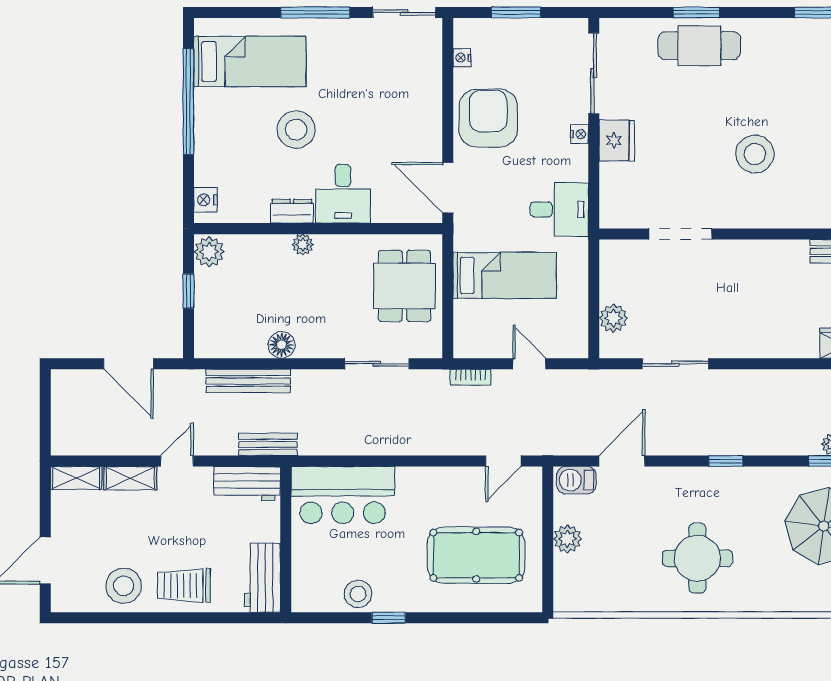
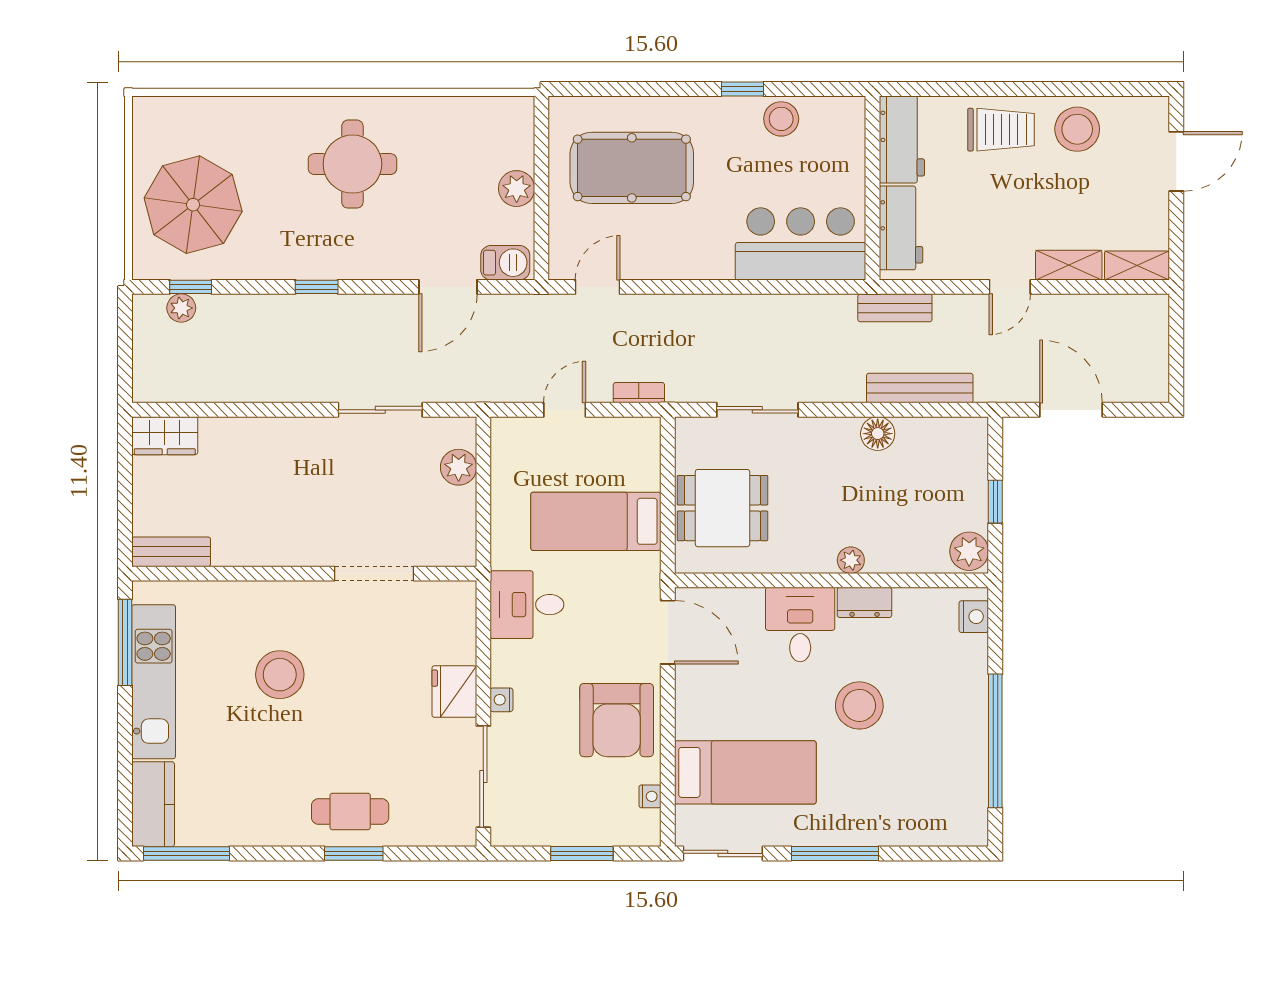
cafe table: (699, 46) -> (350, 811), width x0.73, depth x0.74
bed: (250, 61) -> (745, 772), moved, turned 180
dining table: (404, 286) -> (722, 508), turned 90
door: (529, 364) -> (565, 410), swing flipped
workbench: (247, 484) -> (901, 228), moved, turned 90

